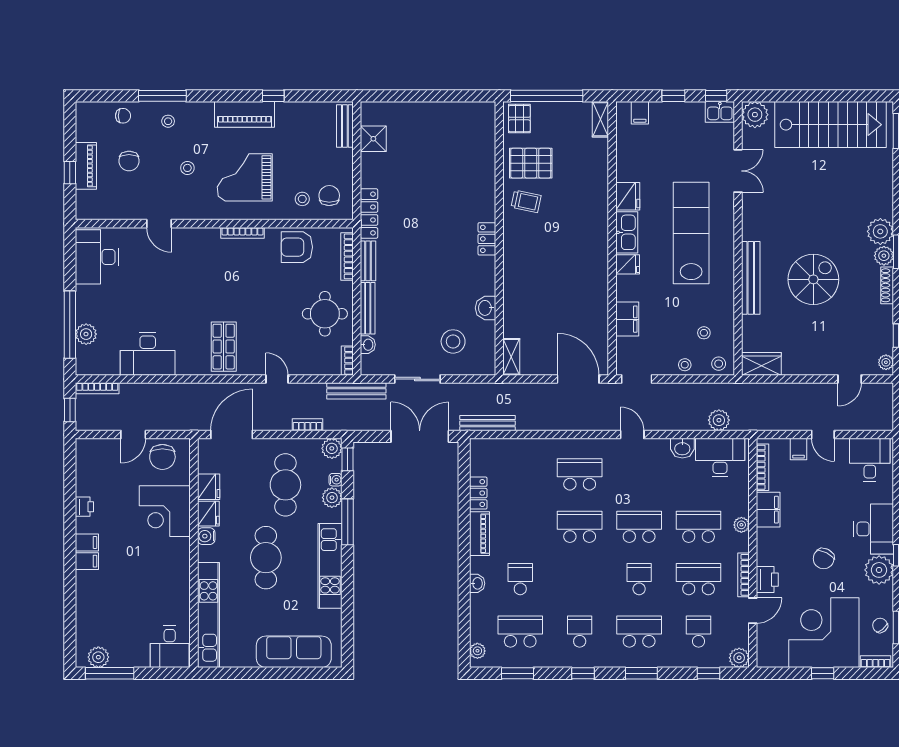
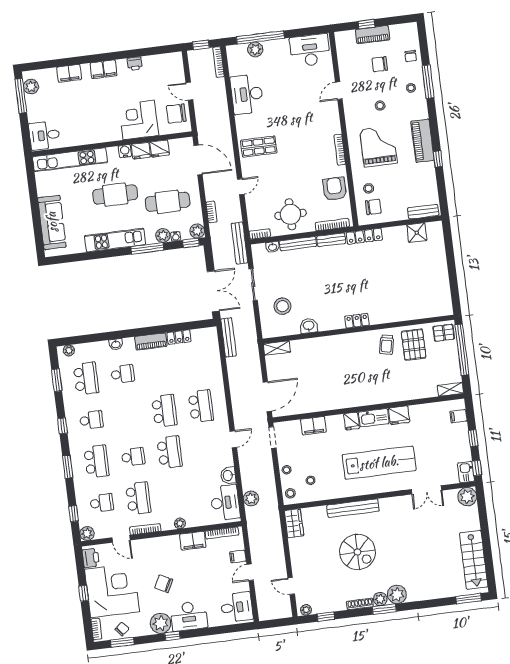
stairs: (830, 125) -> (474, 560), width x0.73, depth x0.66
school desk: (699, 527) -> (175, 494), removed
printer: (767, 580) -> (91, 558), moved, turned -90
filing cabinet: (86, 601) -> (69, 73), added

